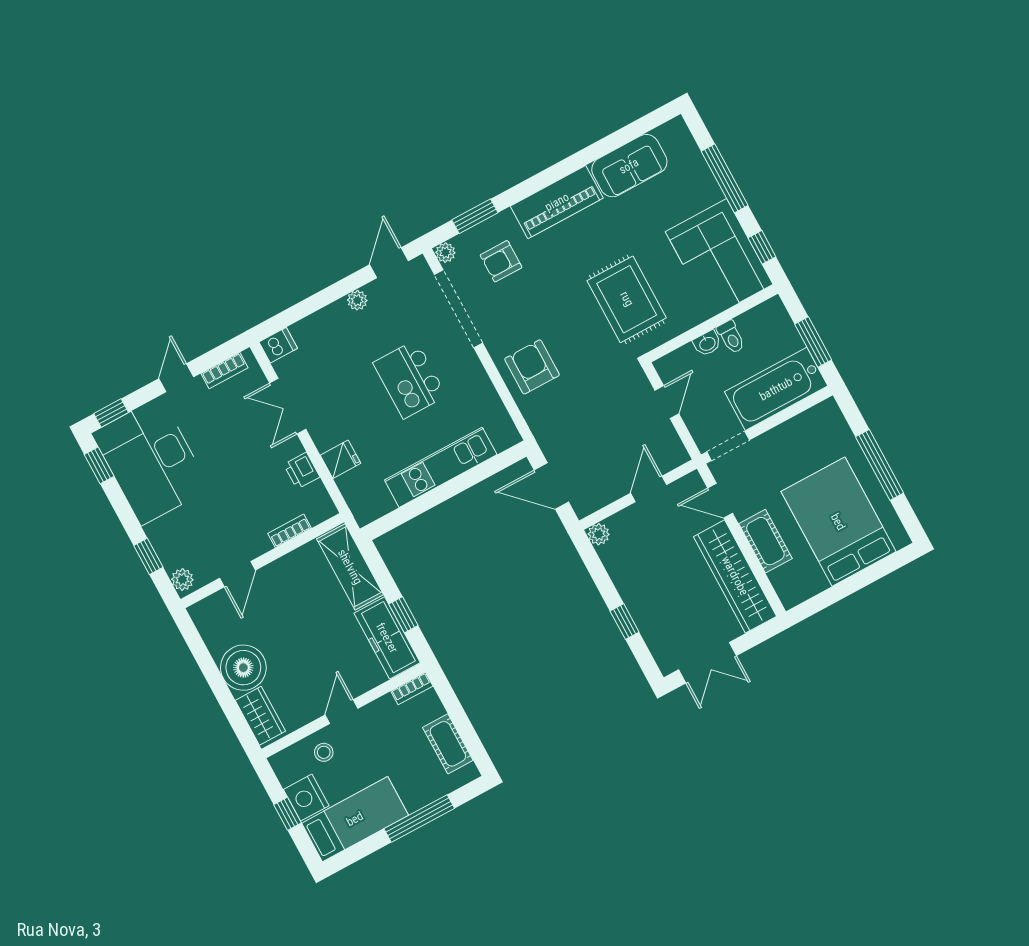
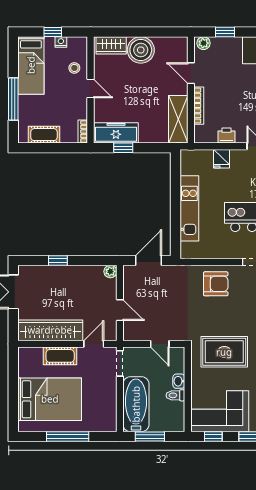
bookcase: (290, 531) -> (199, 106), width x1.56
shelving: (350, 567) -> (178, 119), moved, turned 90
nightstand: (306, 798) -> (61, 42), width x0.53, depth x0.56

